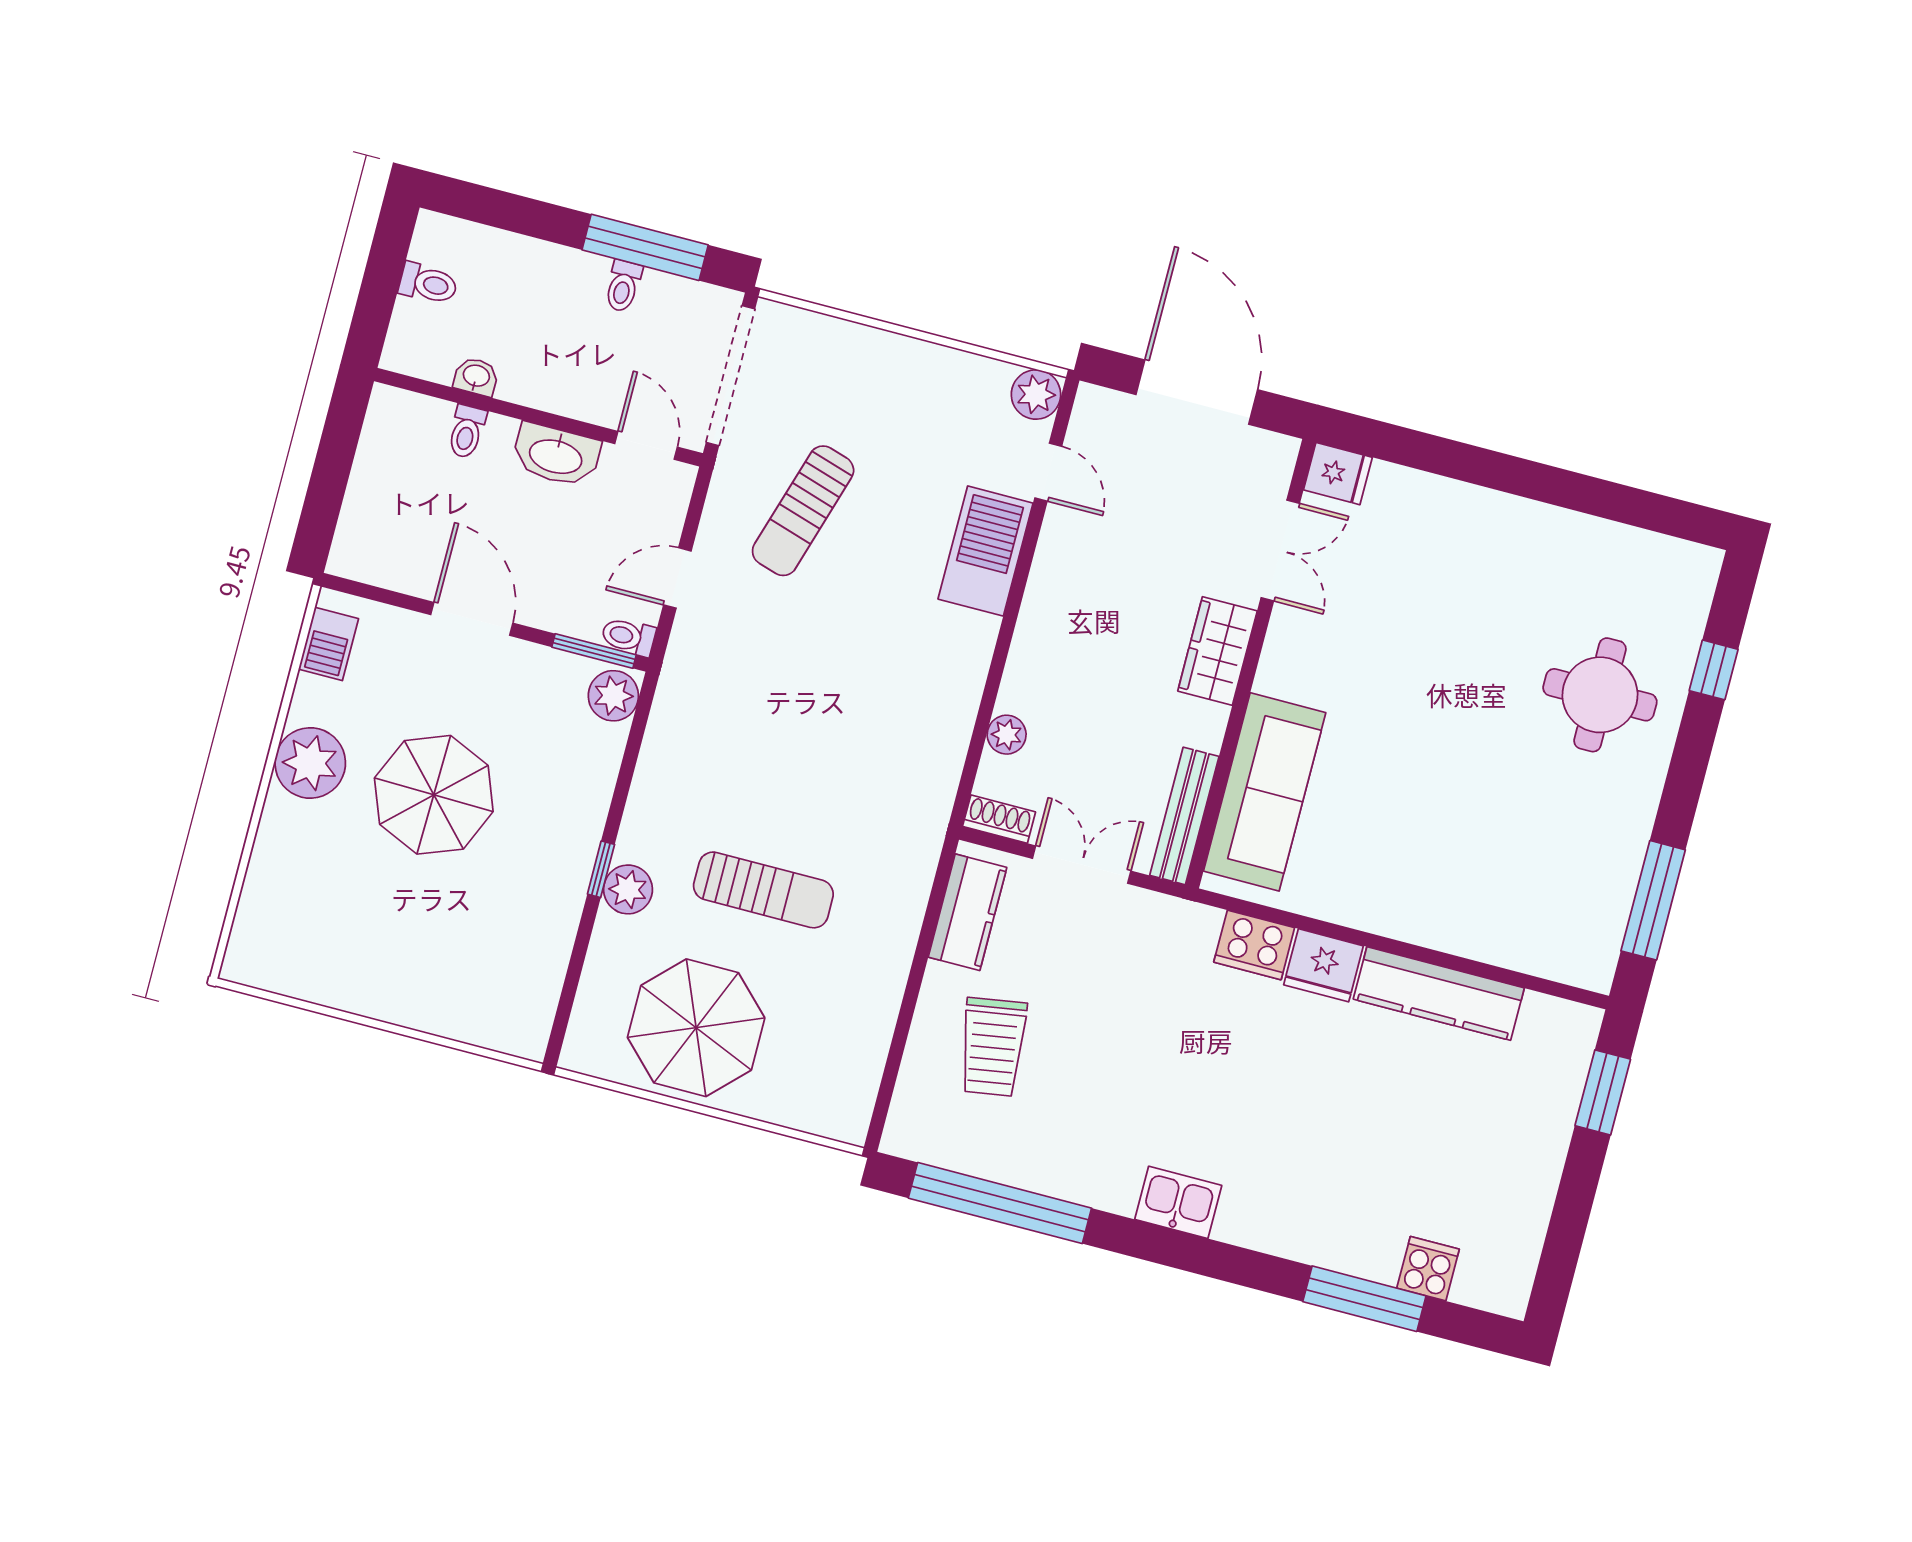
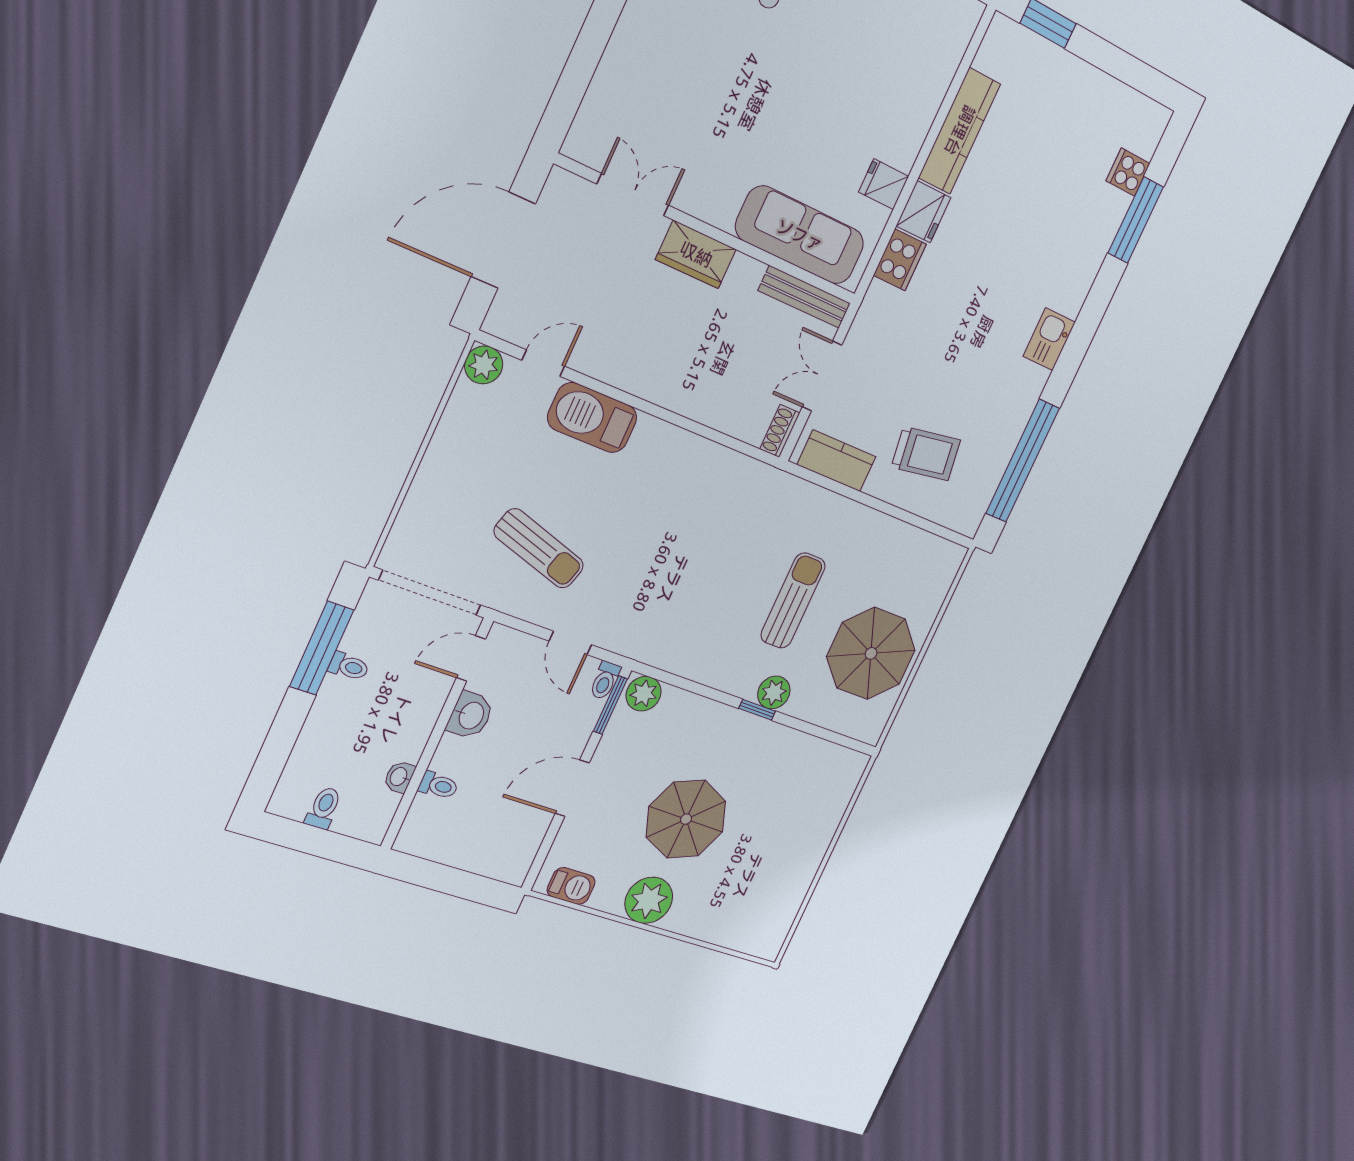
washbasin: (556, 455) -> (470, 715), width x0.72
fridge: (1338, 474) -> (884, 184), moved, turned -90
plant: (1007, 735) -> (724, 418), removed

